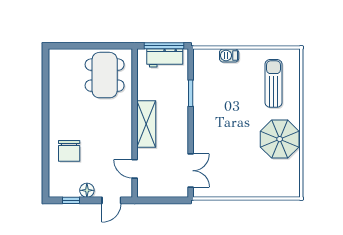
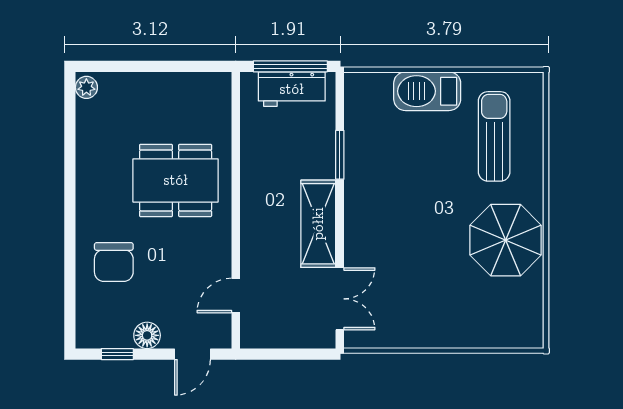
barbecue: (229, 55) -> (427, 91), width x1.88, depth x1.53
plant: (54, 57) -> (86, 87), added
dining table: (105, 75) -> (176, 180), moved, turned 90
shelving: (146, 124) -> (318, 224), moved
door: (135, 169) -> (236, 295), hinge flipped

